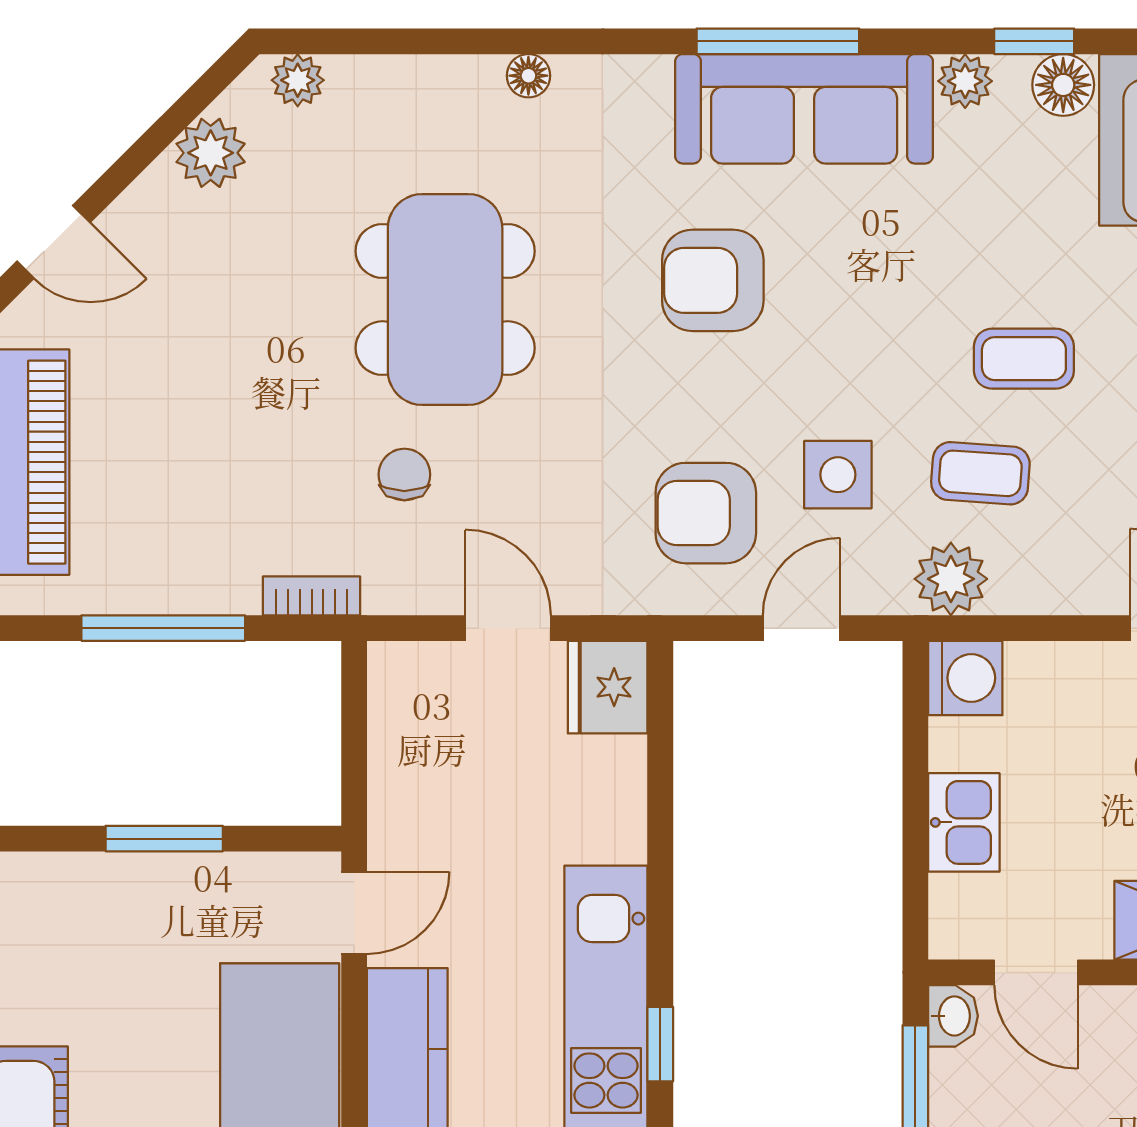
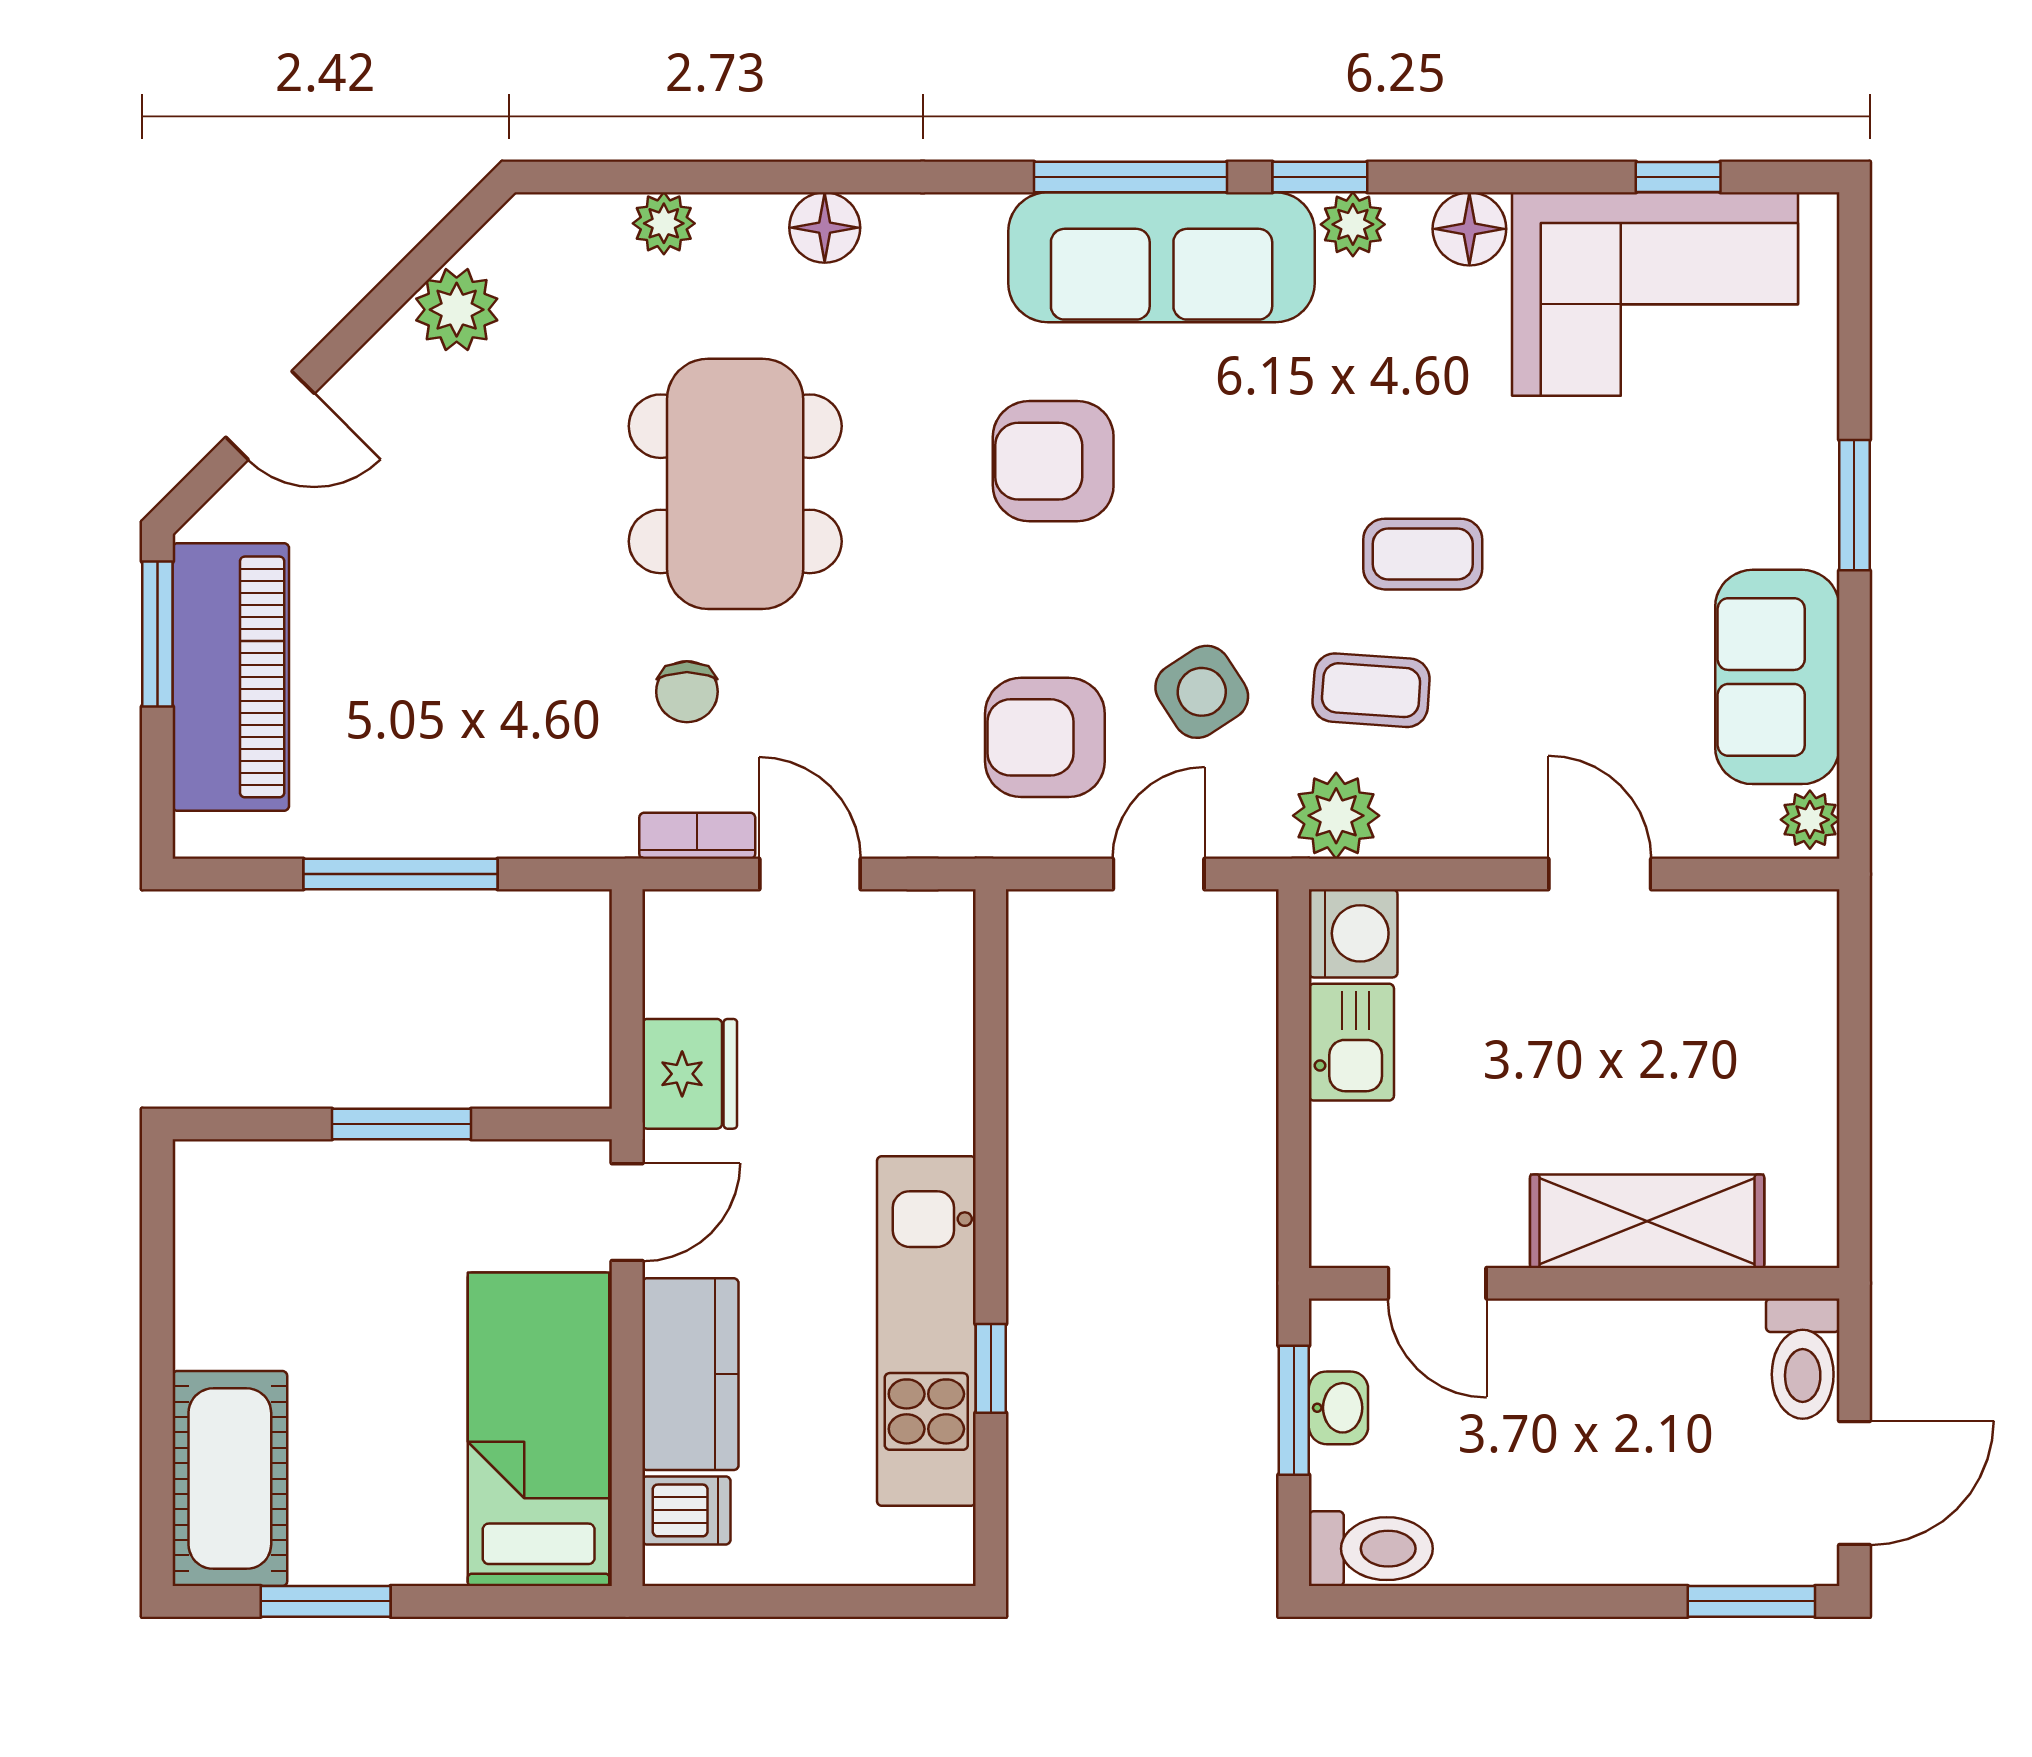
window: (1034, 41) -> (1320, 177), moved
floor lamp: (528, 76) -> (825, 228), width x1.37, depth x1.37
plant: (298, 80) -> (664, 223), moved
chair: (404, 474) -> (687, 692), turned 180
side table: (838, 475) -> (1202, 692), turned -33
bookcase: (312, 596) -> (697, 836), moved
fridge: (608, 687) -> (690, 1074), moved, turned 180
kitchen sink: (964, 822) -> (1351, 1042), moved
washbasin: (953, 1016) -> (1338, 1408), moved

